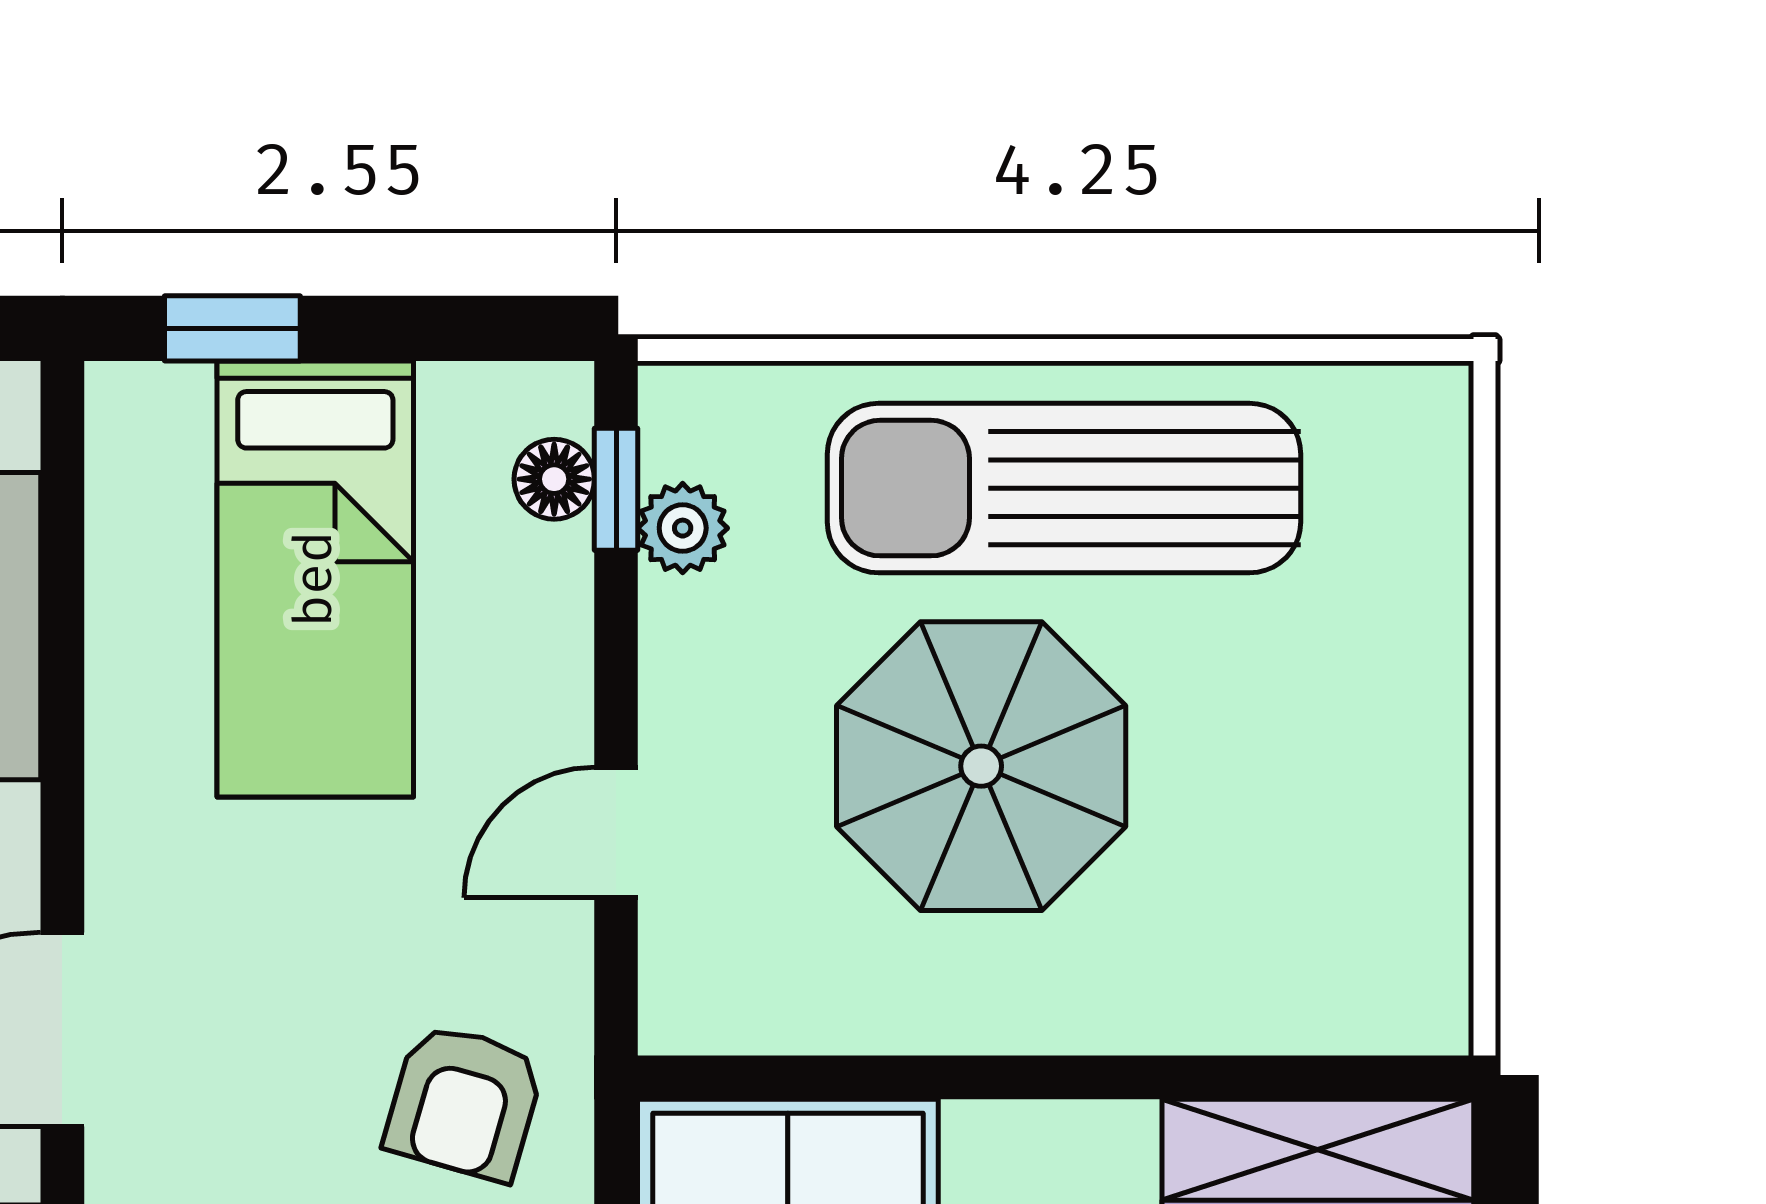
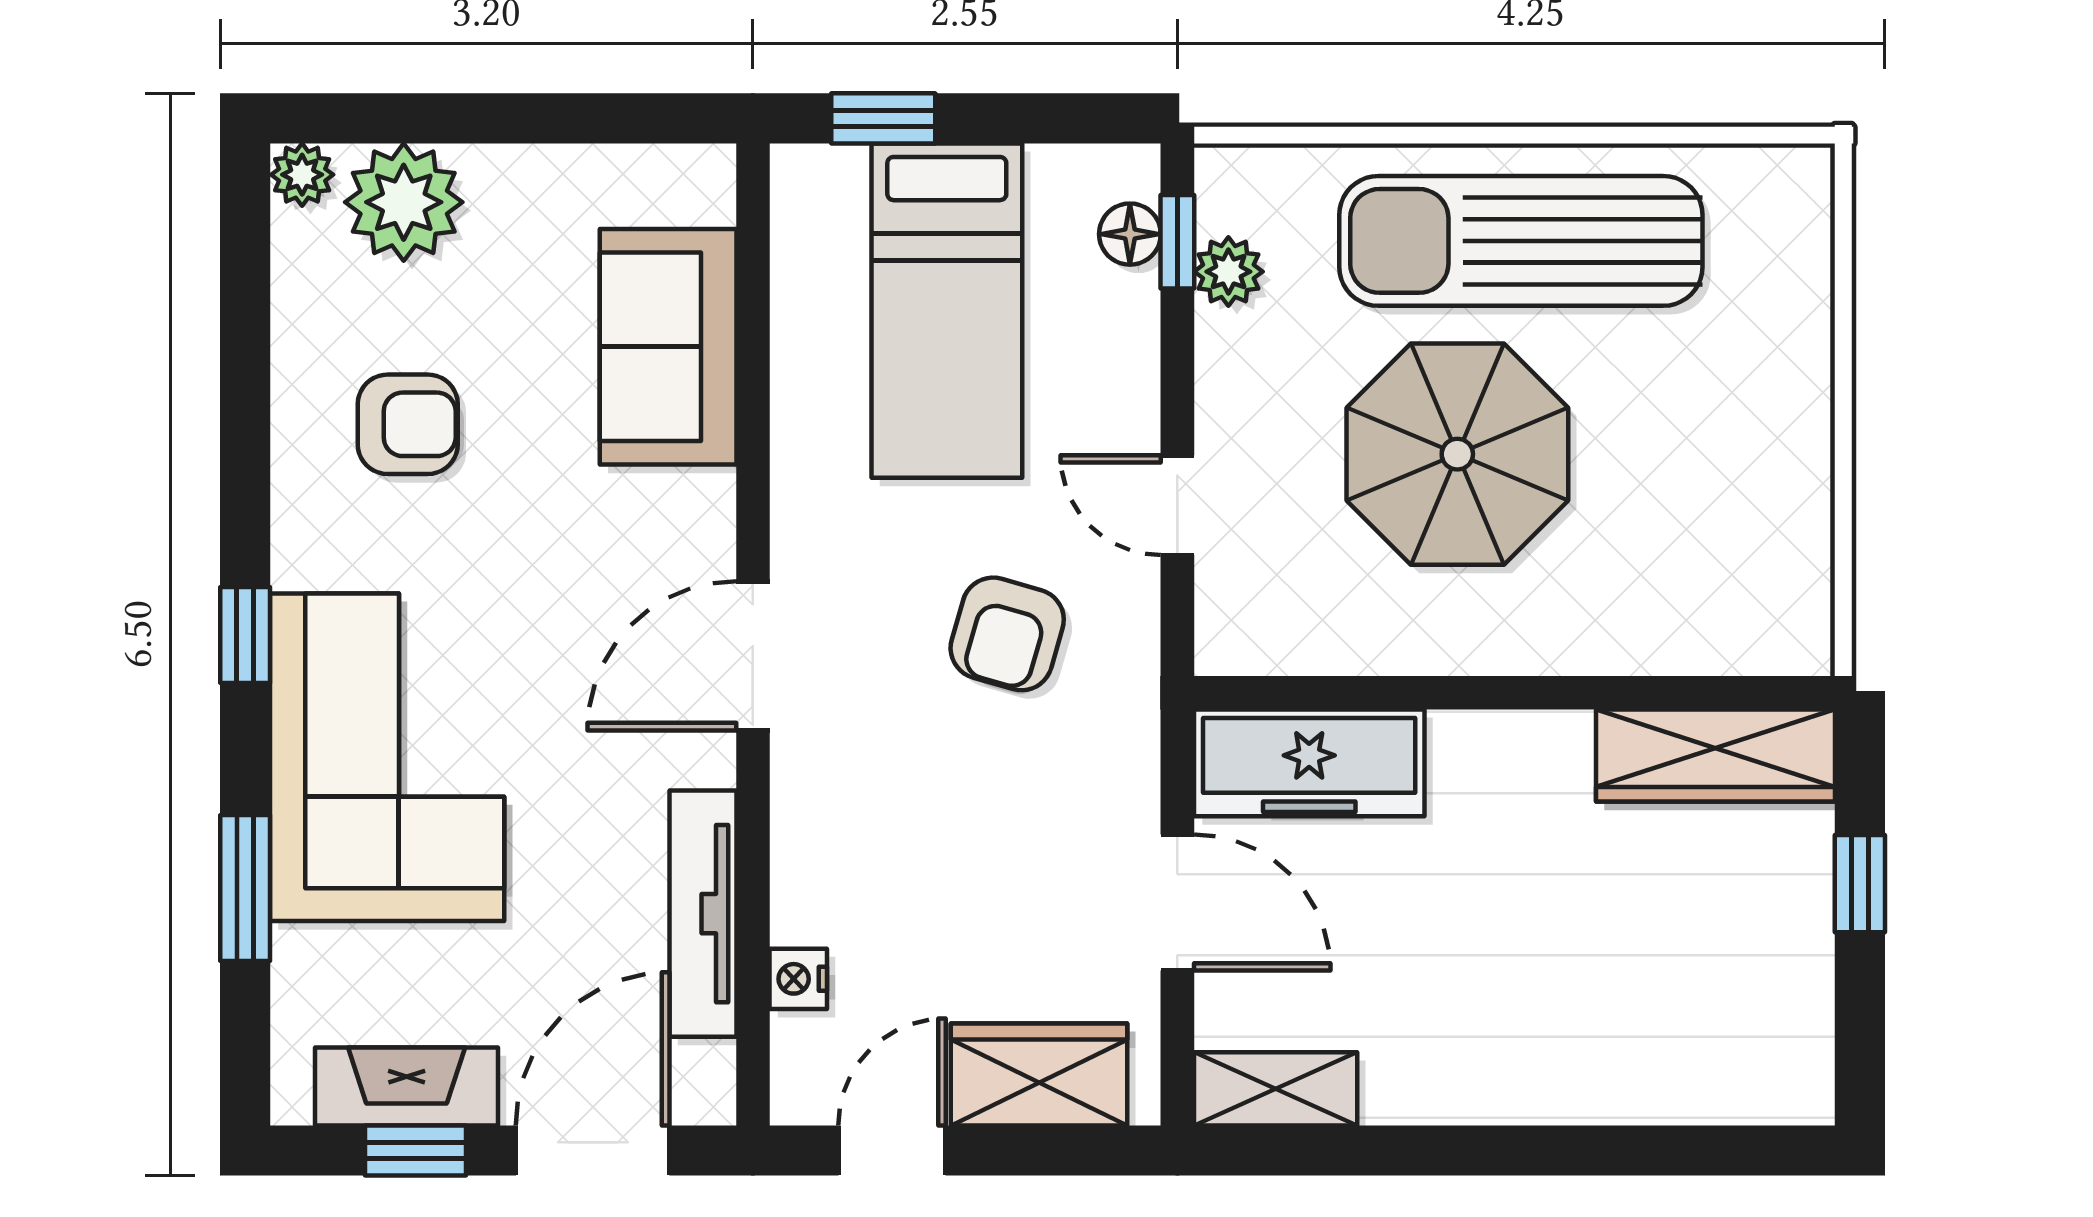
door: (616, 833) -> (1177, 505), hinge flipped
armchair: (464, 1102) -> (1007, 634), moved

